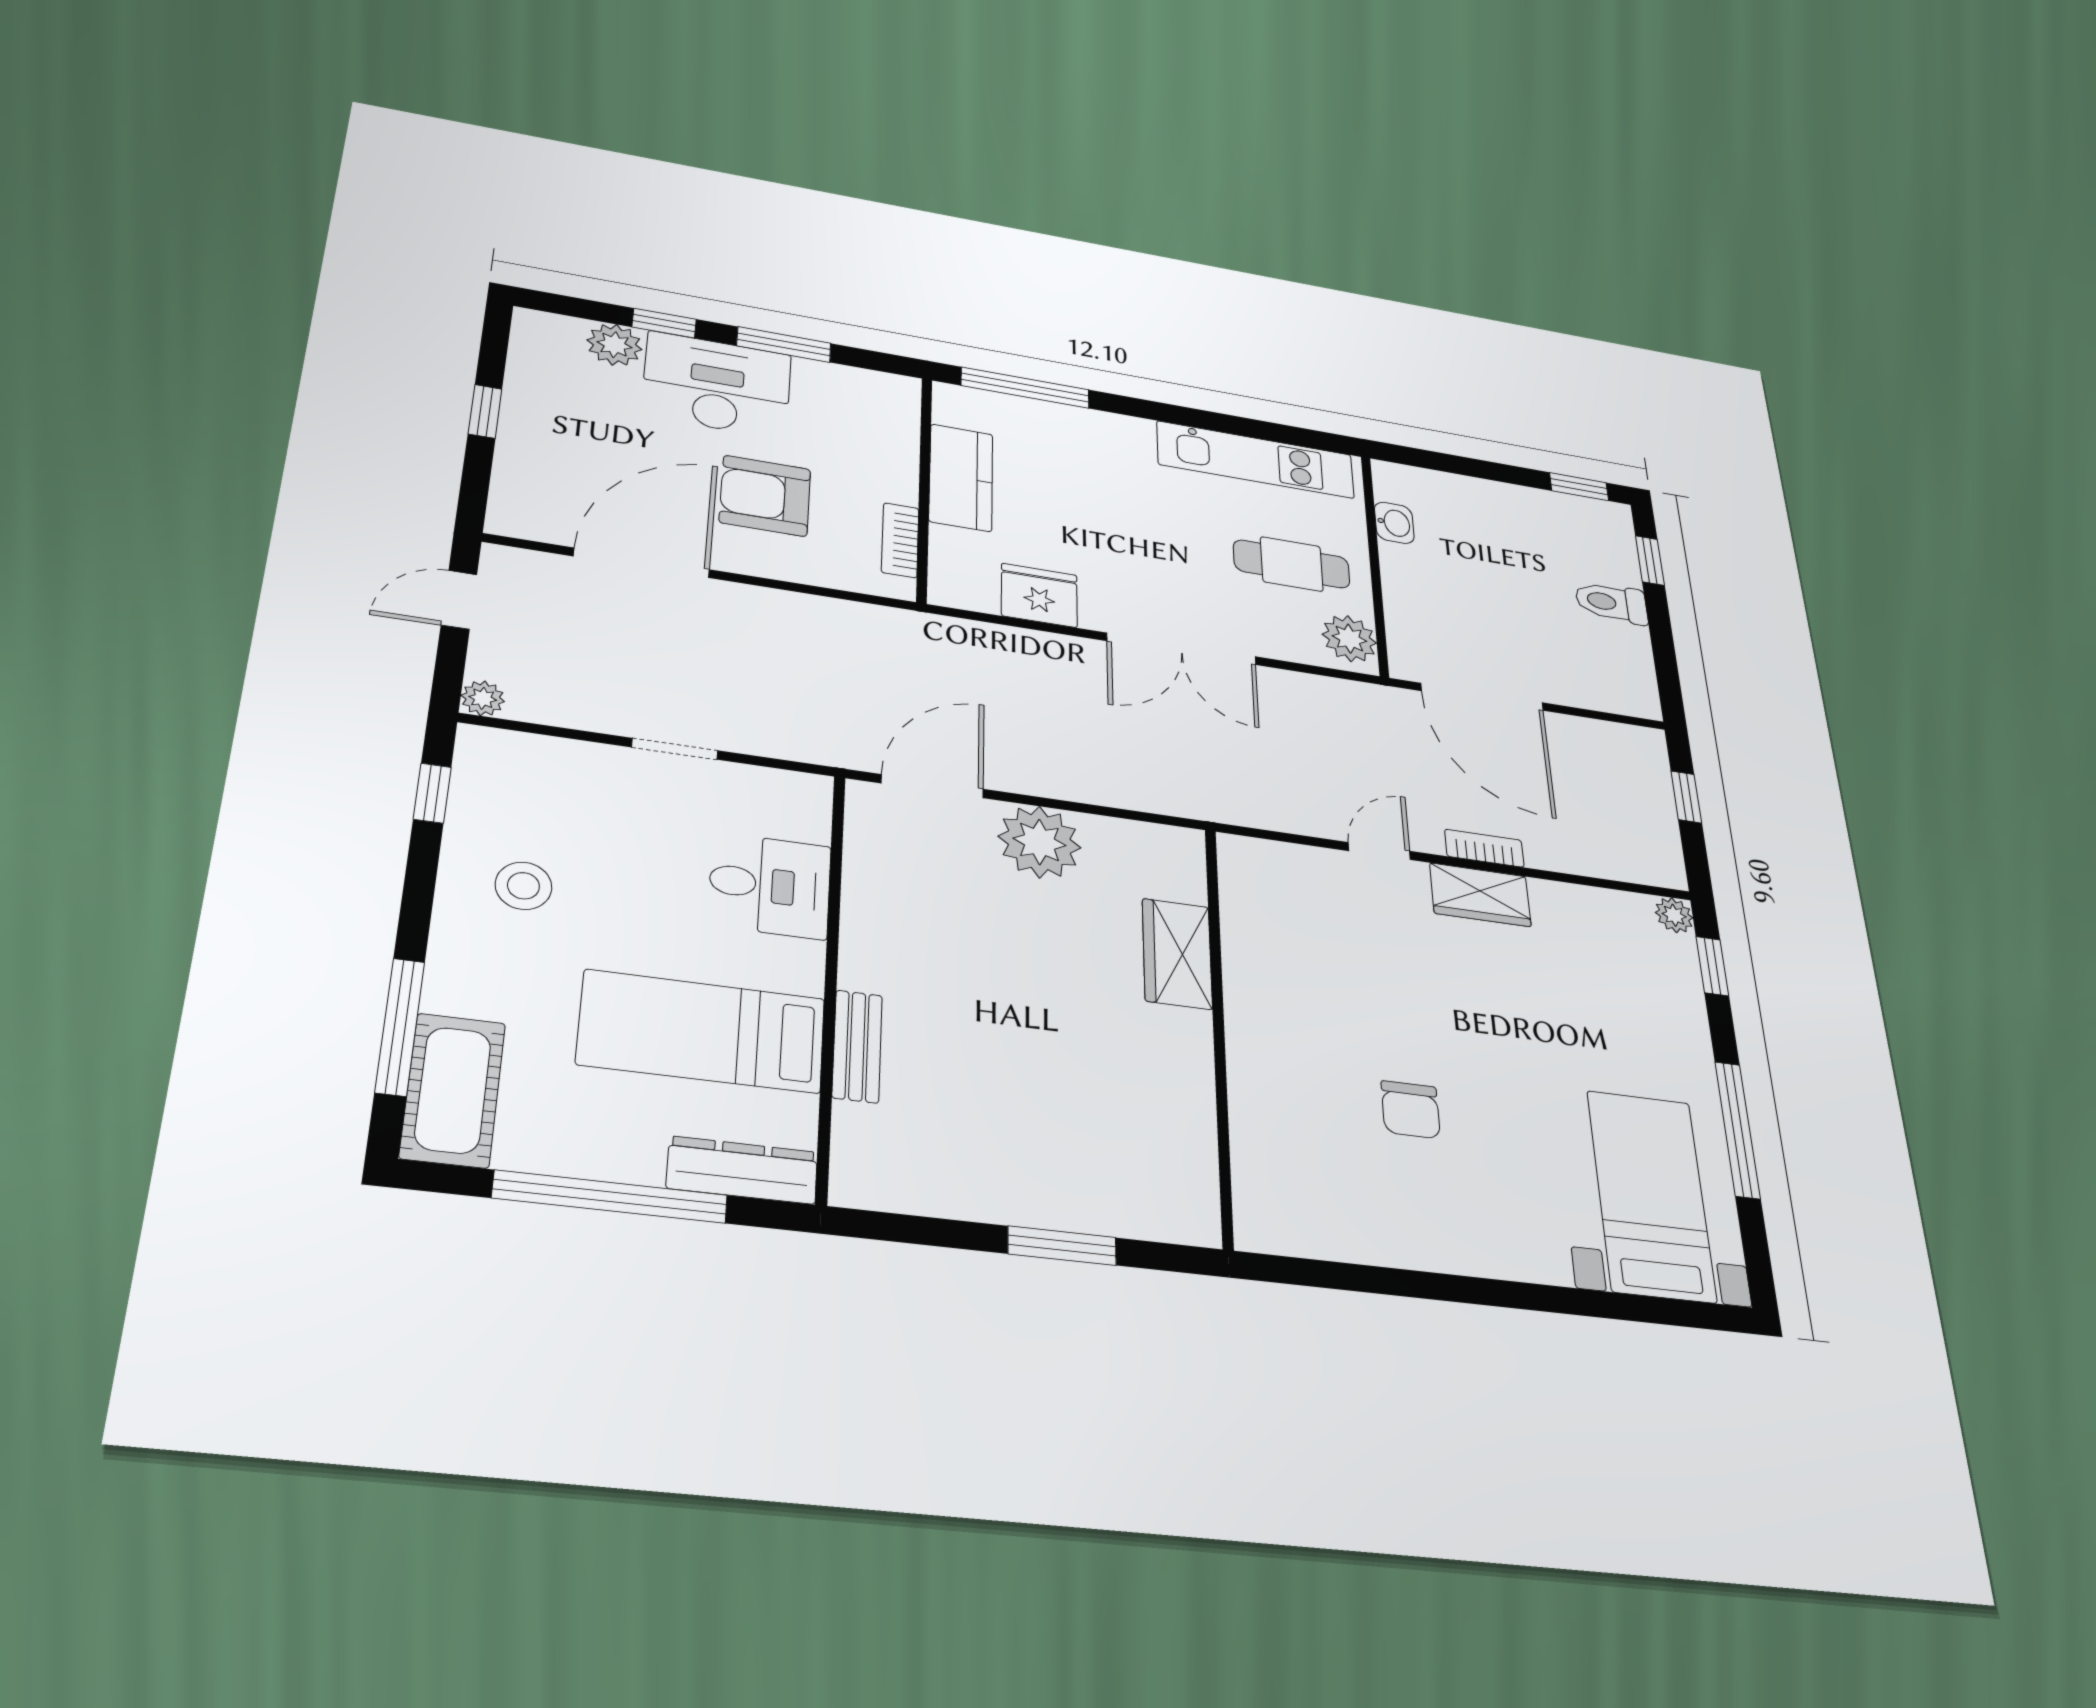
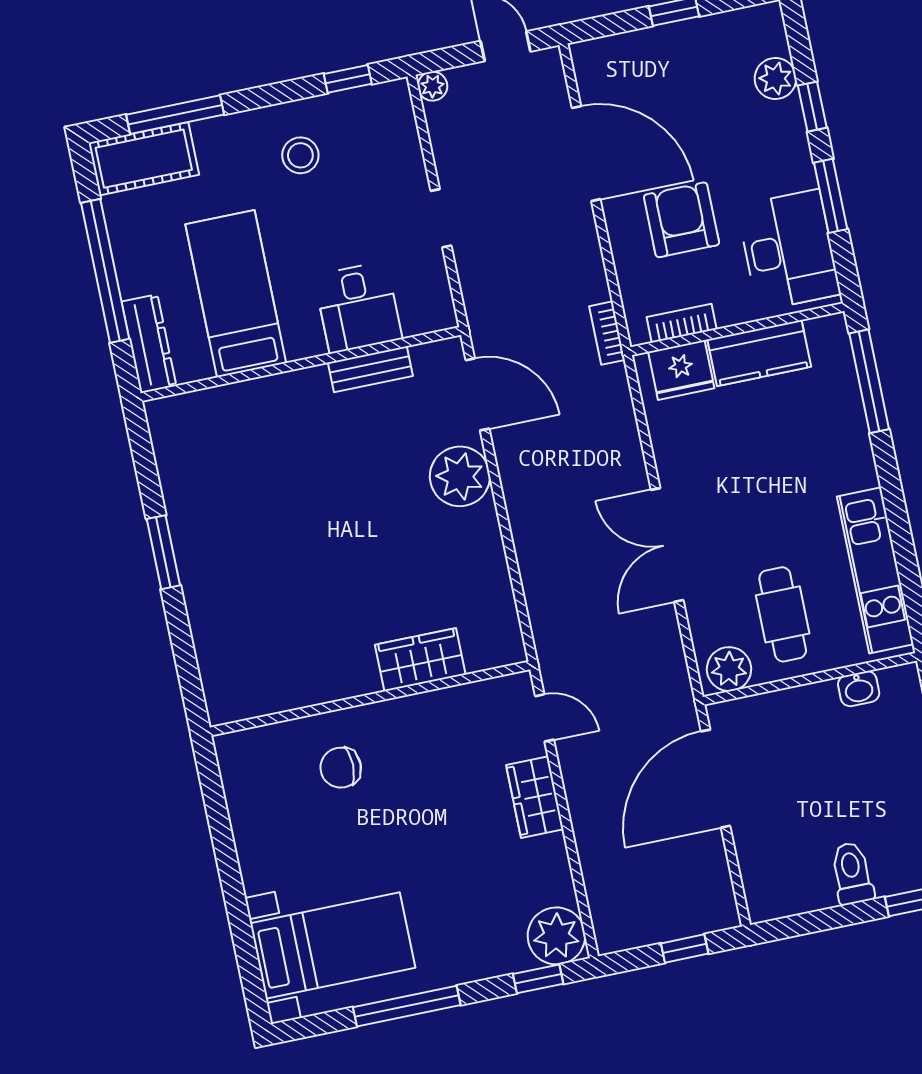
desk: (717, 385) -> (789, 250), moved
fridge: (1039, 595) -> (681, 370), moved, turned 90
bookcase: (1484, 848) -> (607, 333), moved, turned 180
plant: (1674, 915) -> (556, 936), width x1.88, depth x1.88
wardrobe: (1177, 954) -> (420, 660), moved
wall: (1219, 1031) -> (370, 699), moved
bench: (857, 1046) -> (370, 369), moved

